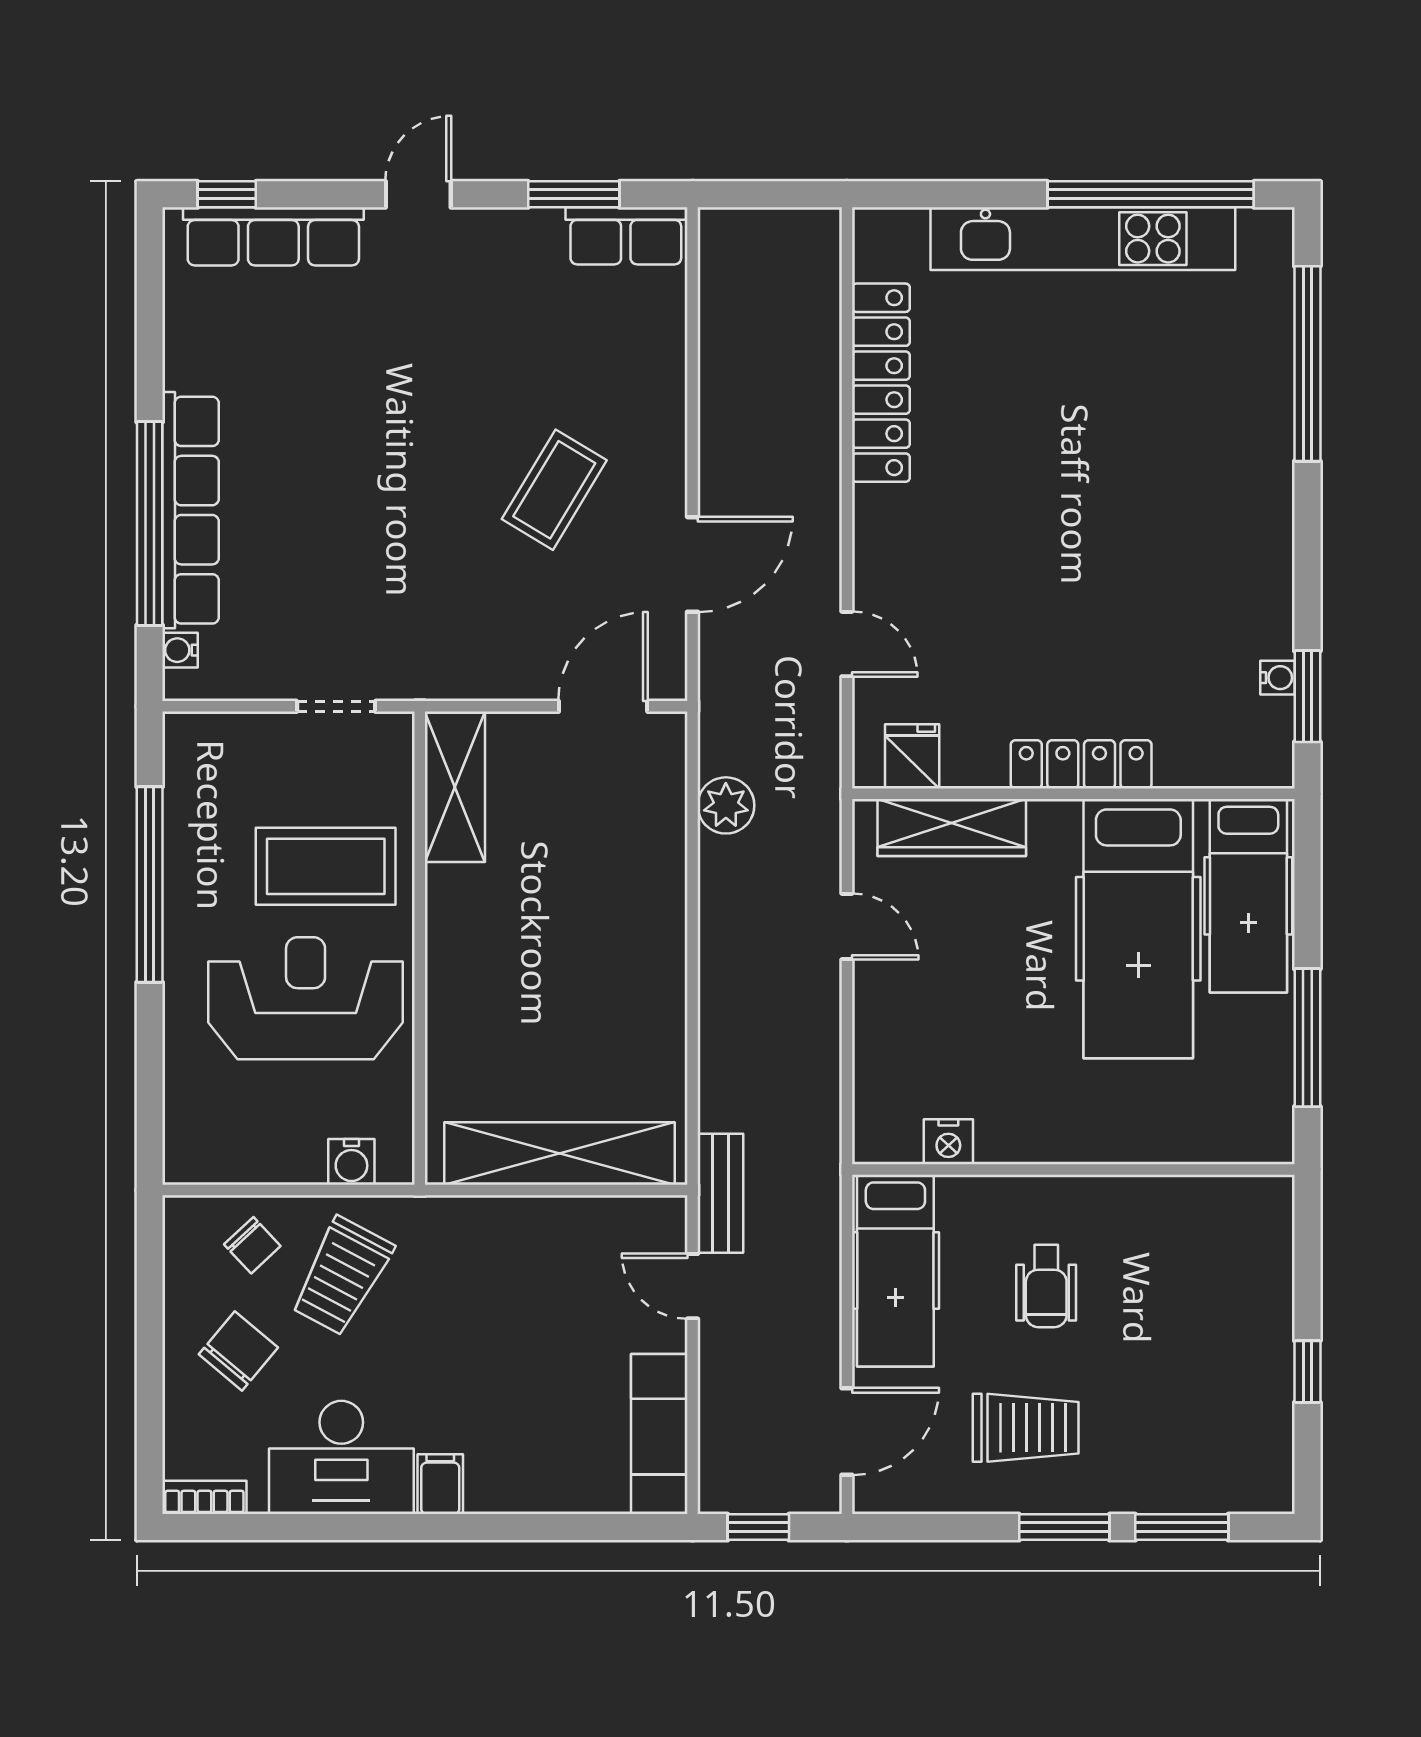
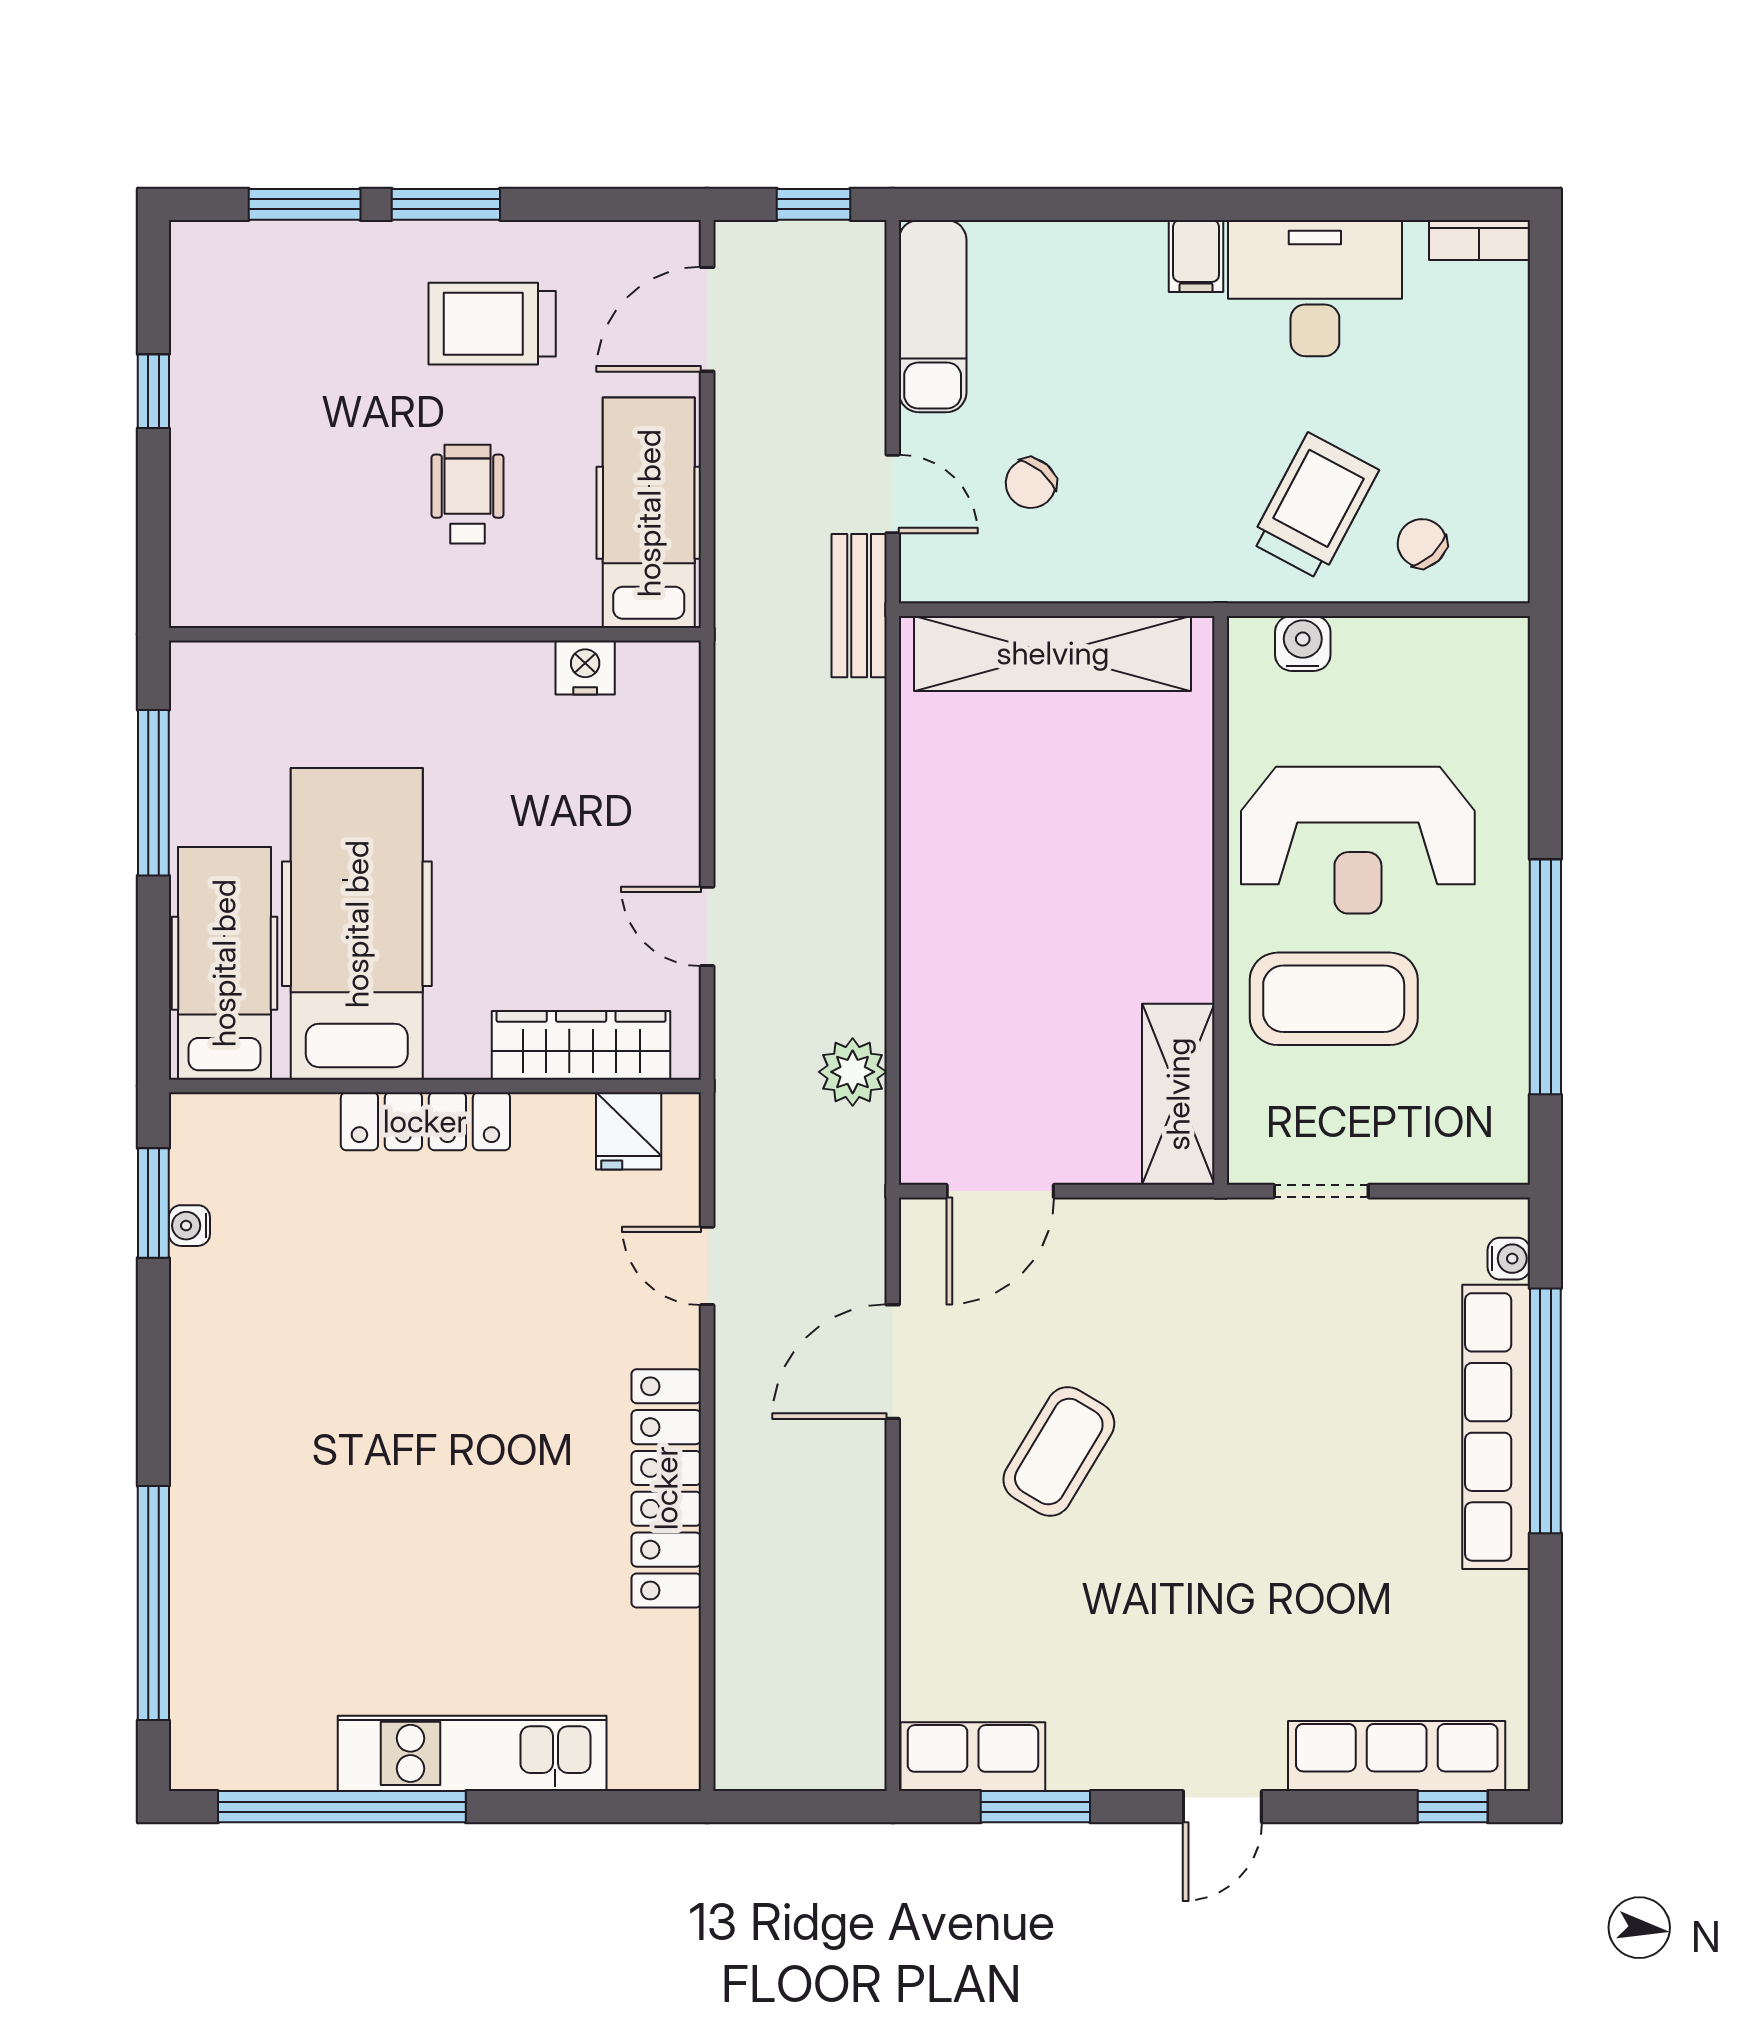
kitchen unit: (1083, 239) -> (472, 1753), width x0.73
locker: (881, 383) -> (666, 1488), moved
chair: (238, 1351) -> (1031, 483), moved, width x0.73, depth x0.73

